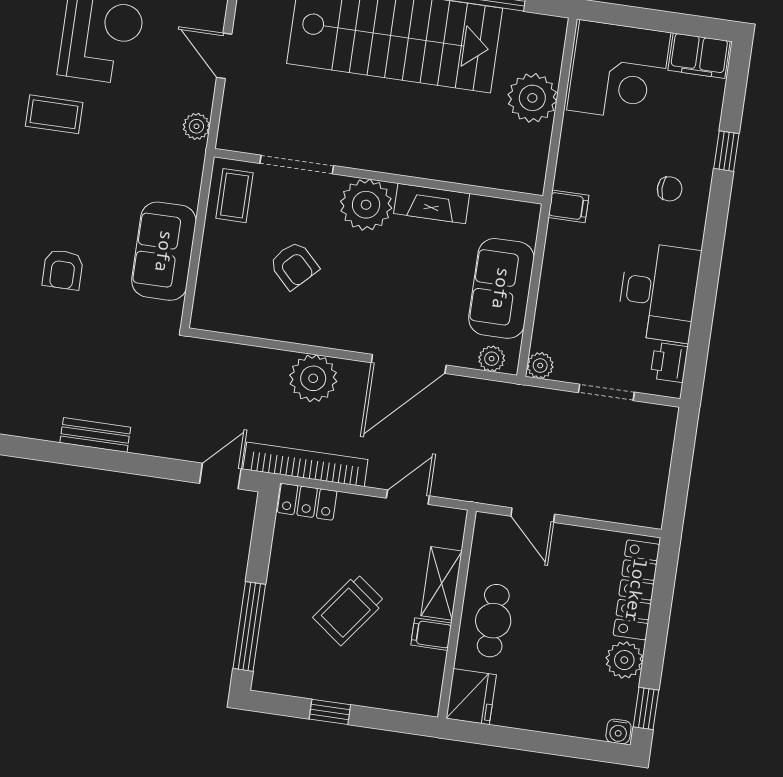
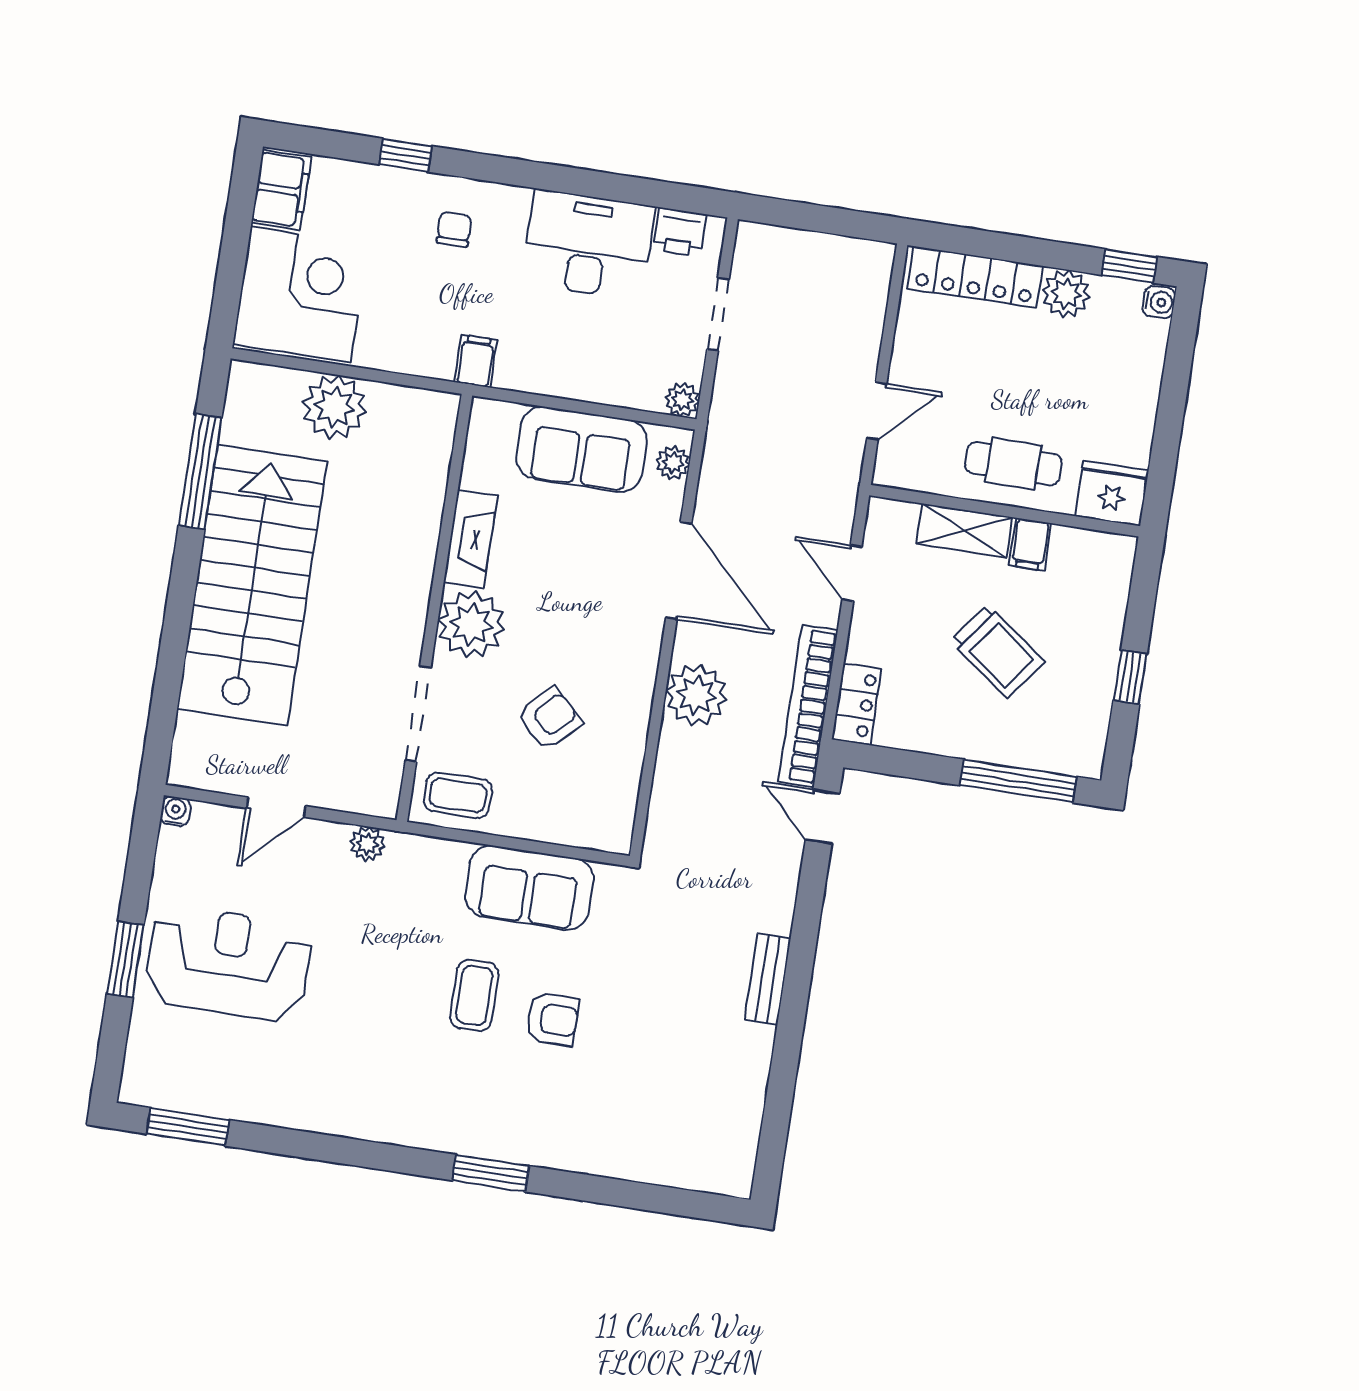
coffee table: (54, 114) -> (474, 995), moved

